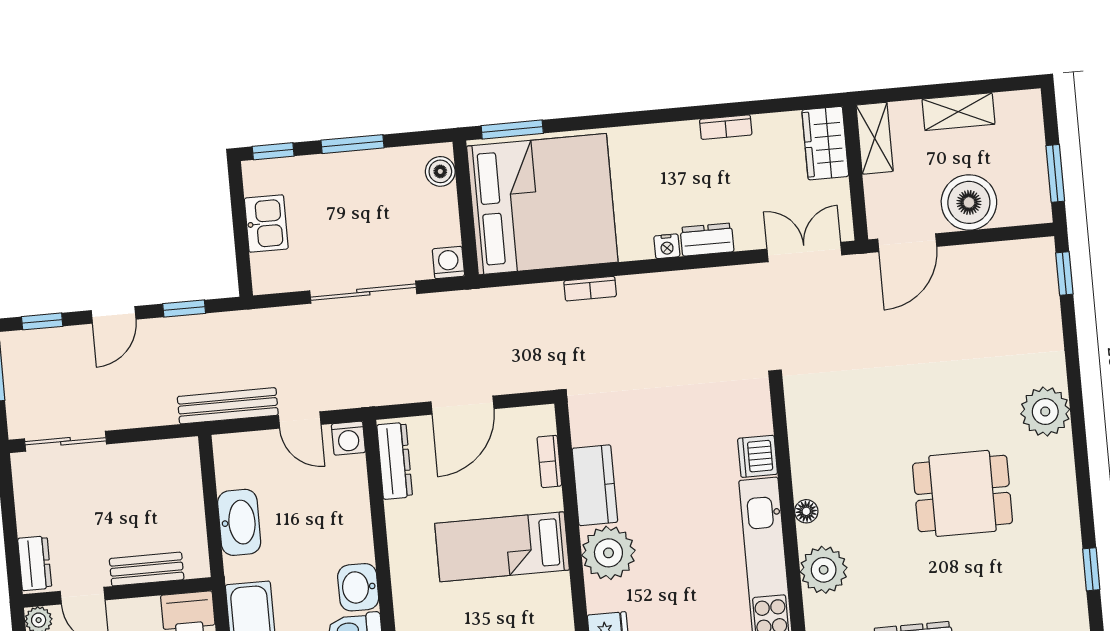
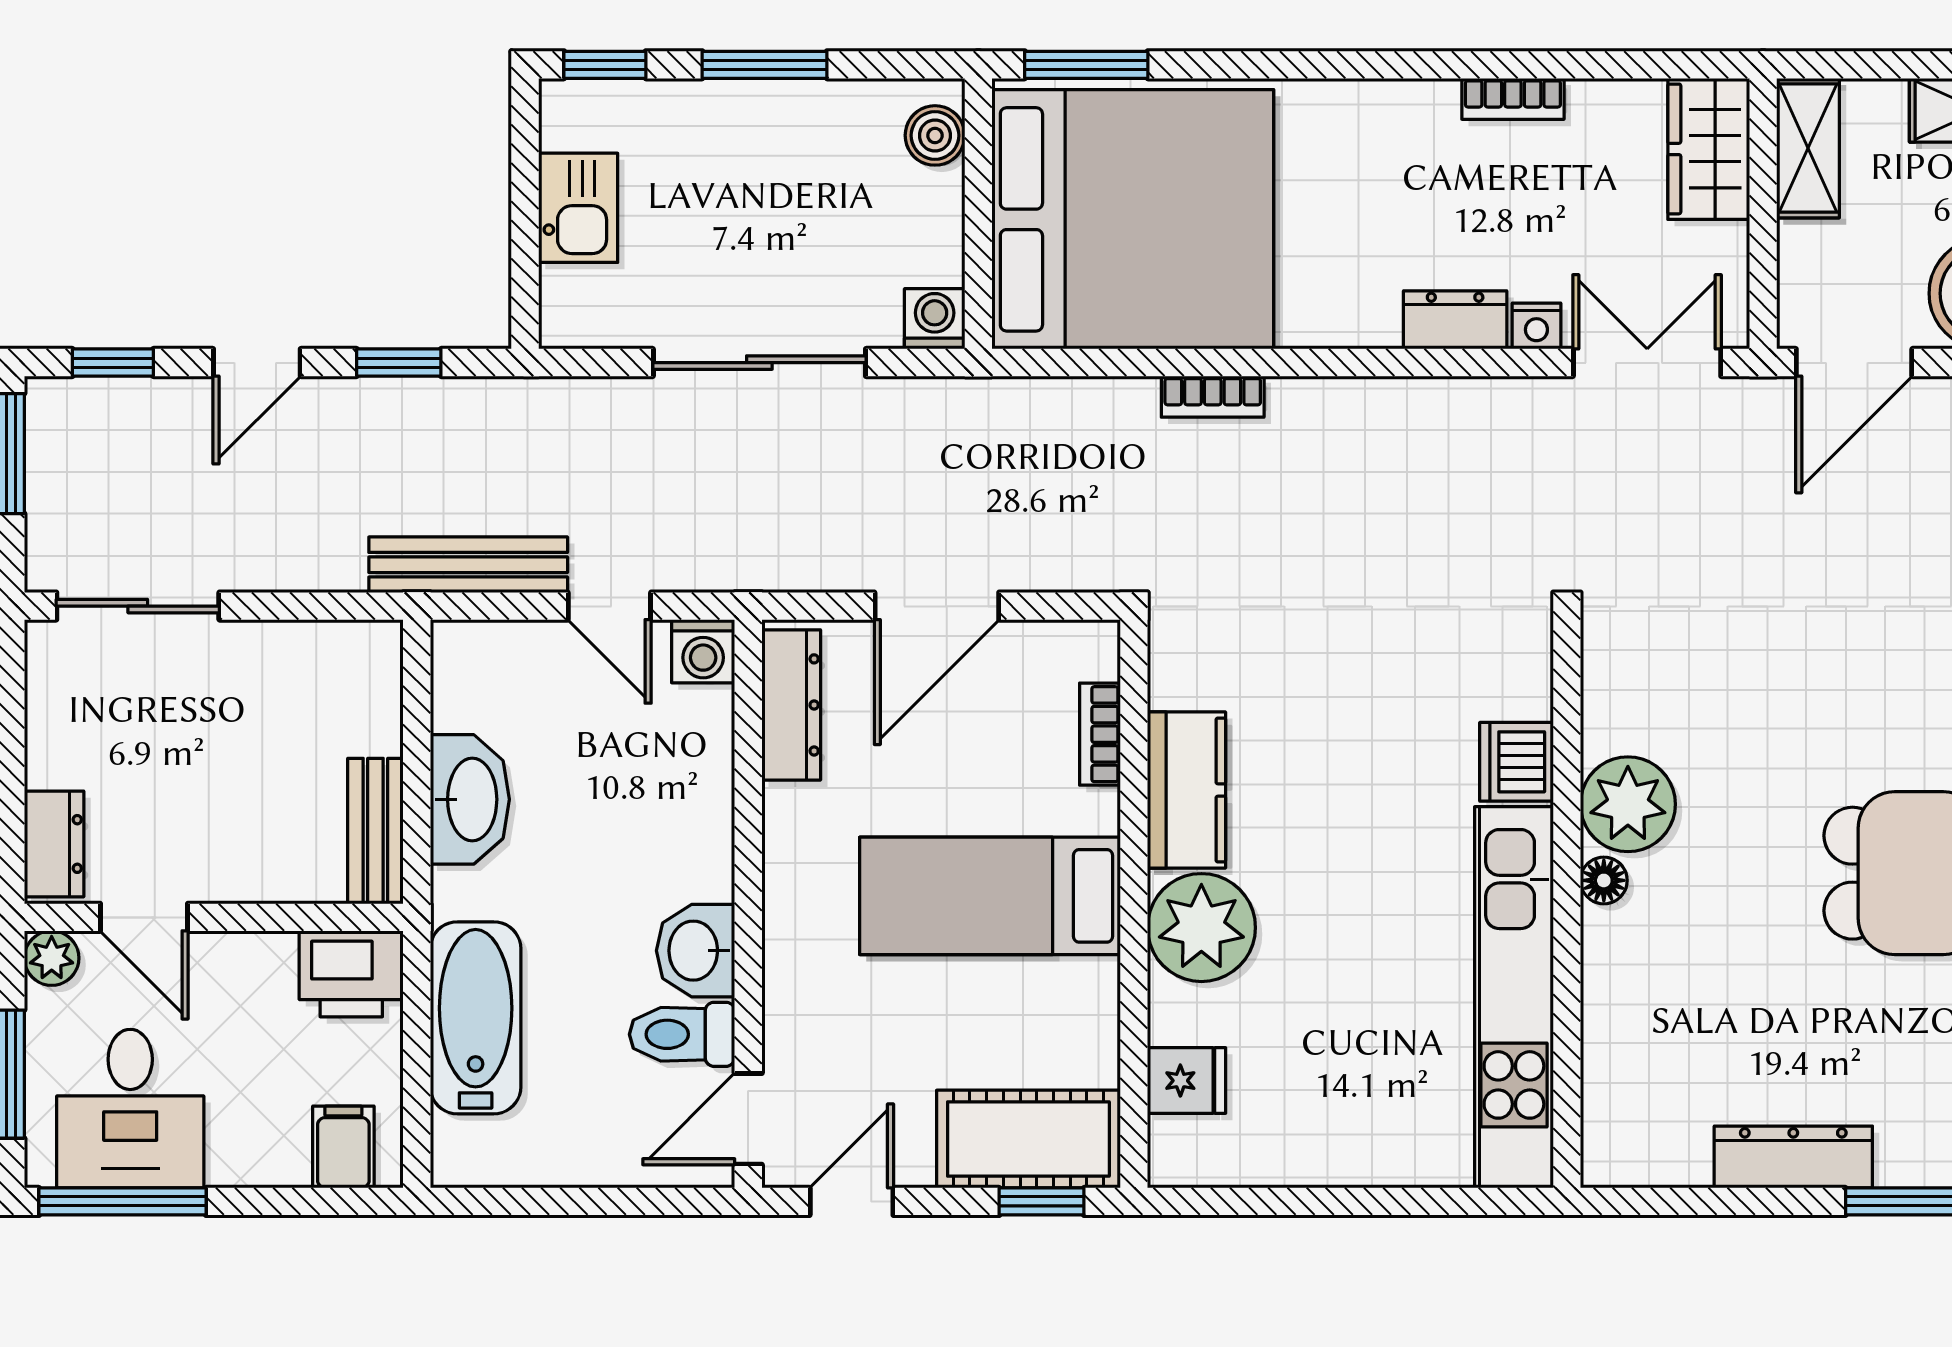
nightstand: (667, 246) -> (1536, 326), moved
bench: (147, 569) -> (375, 831), moved, turned 90
plant: (824, 570) -> (1628, 804), moved

